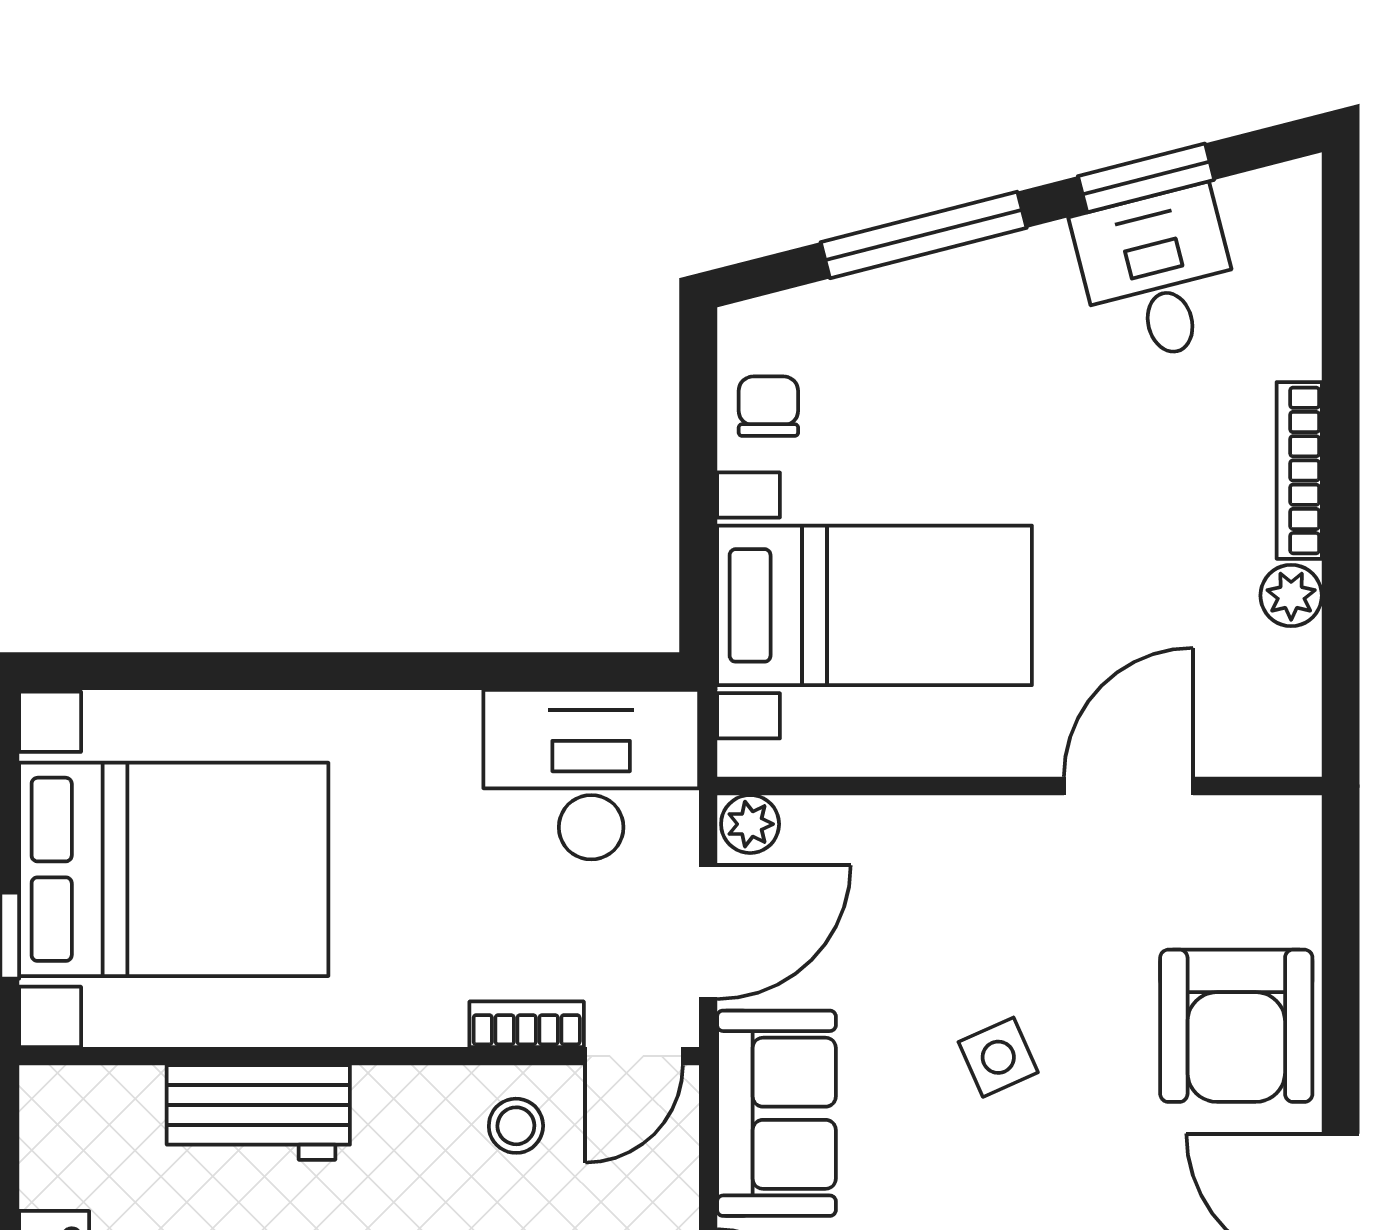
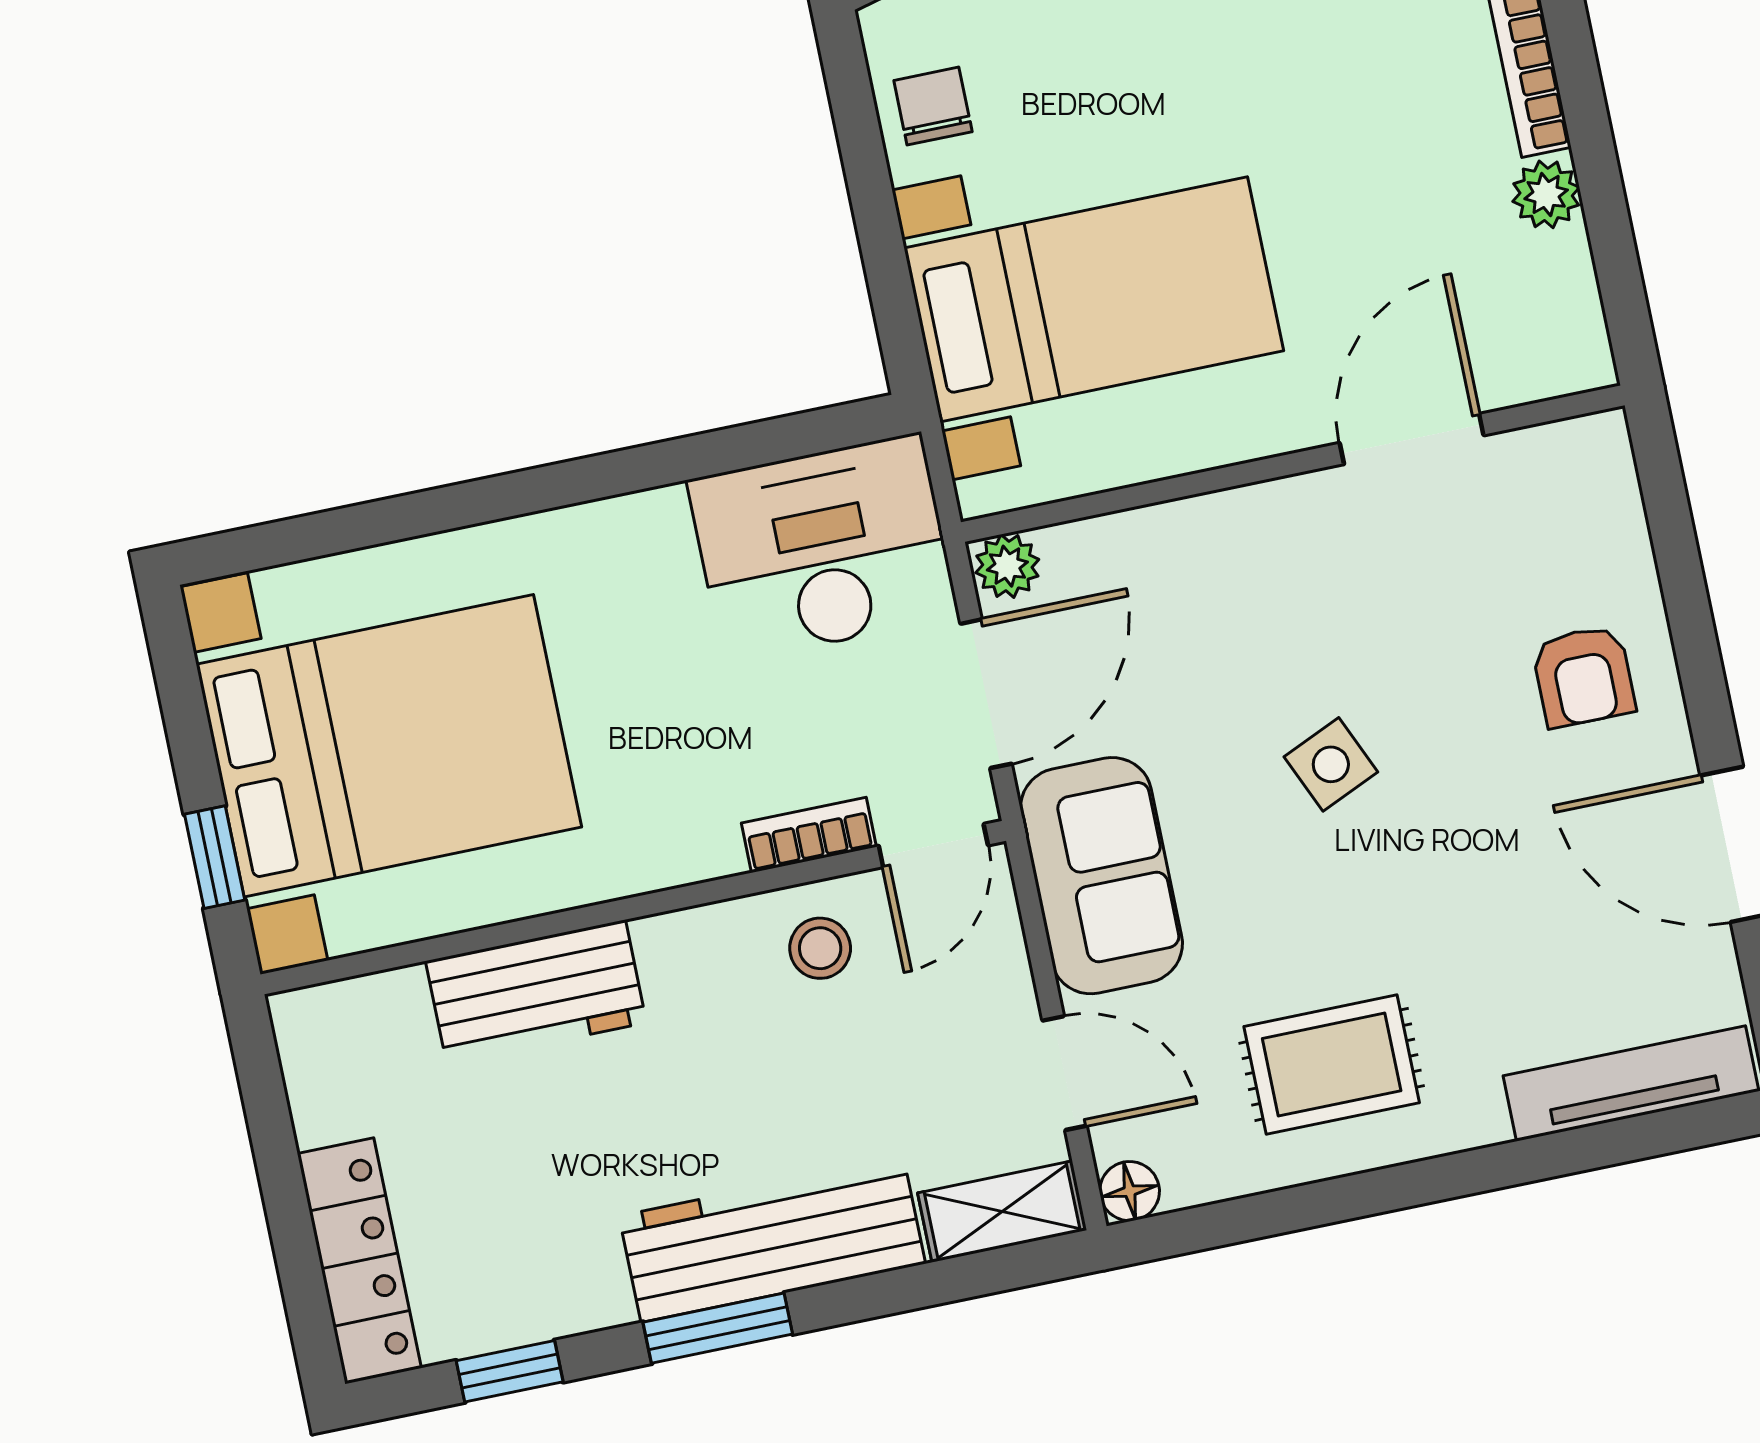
armchair: (1236, 1026) -> (1584, 676), width x0.53, depth x0.53

